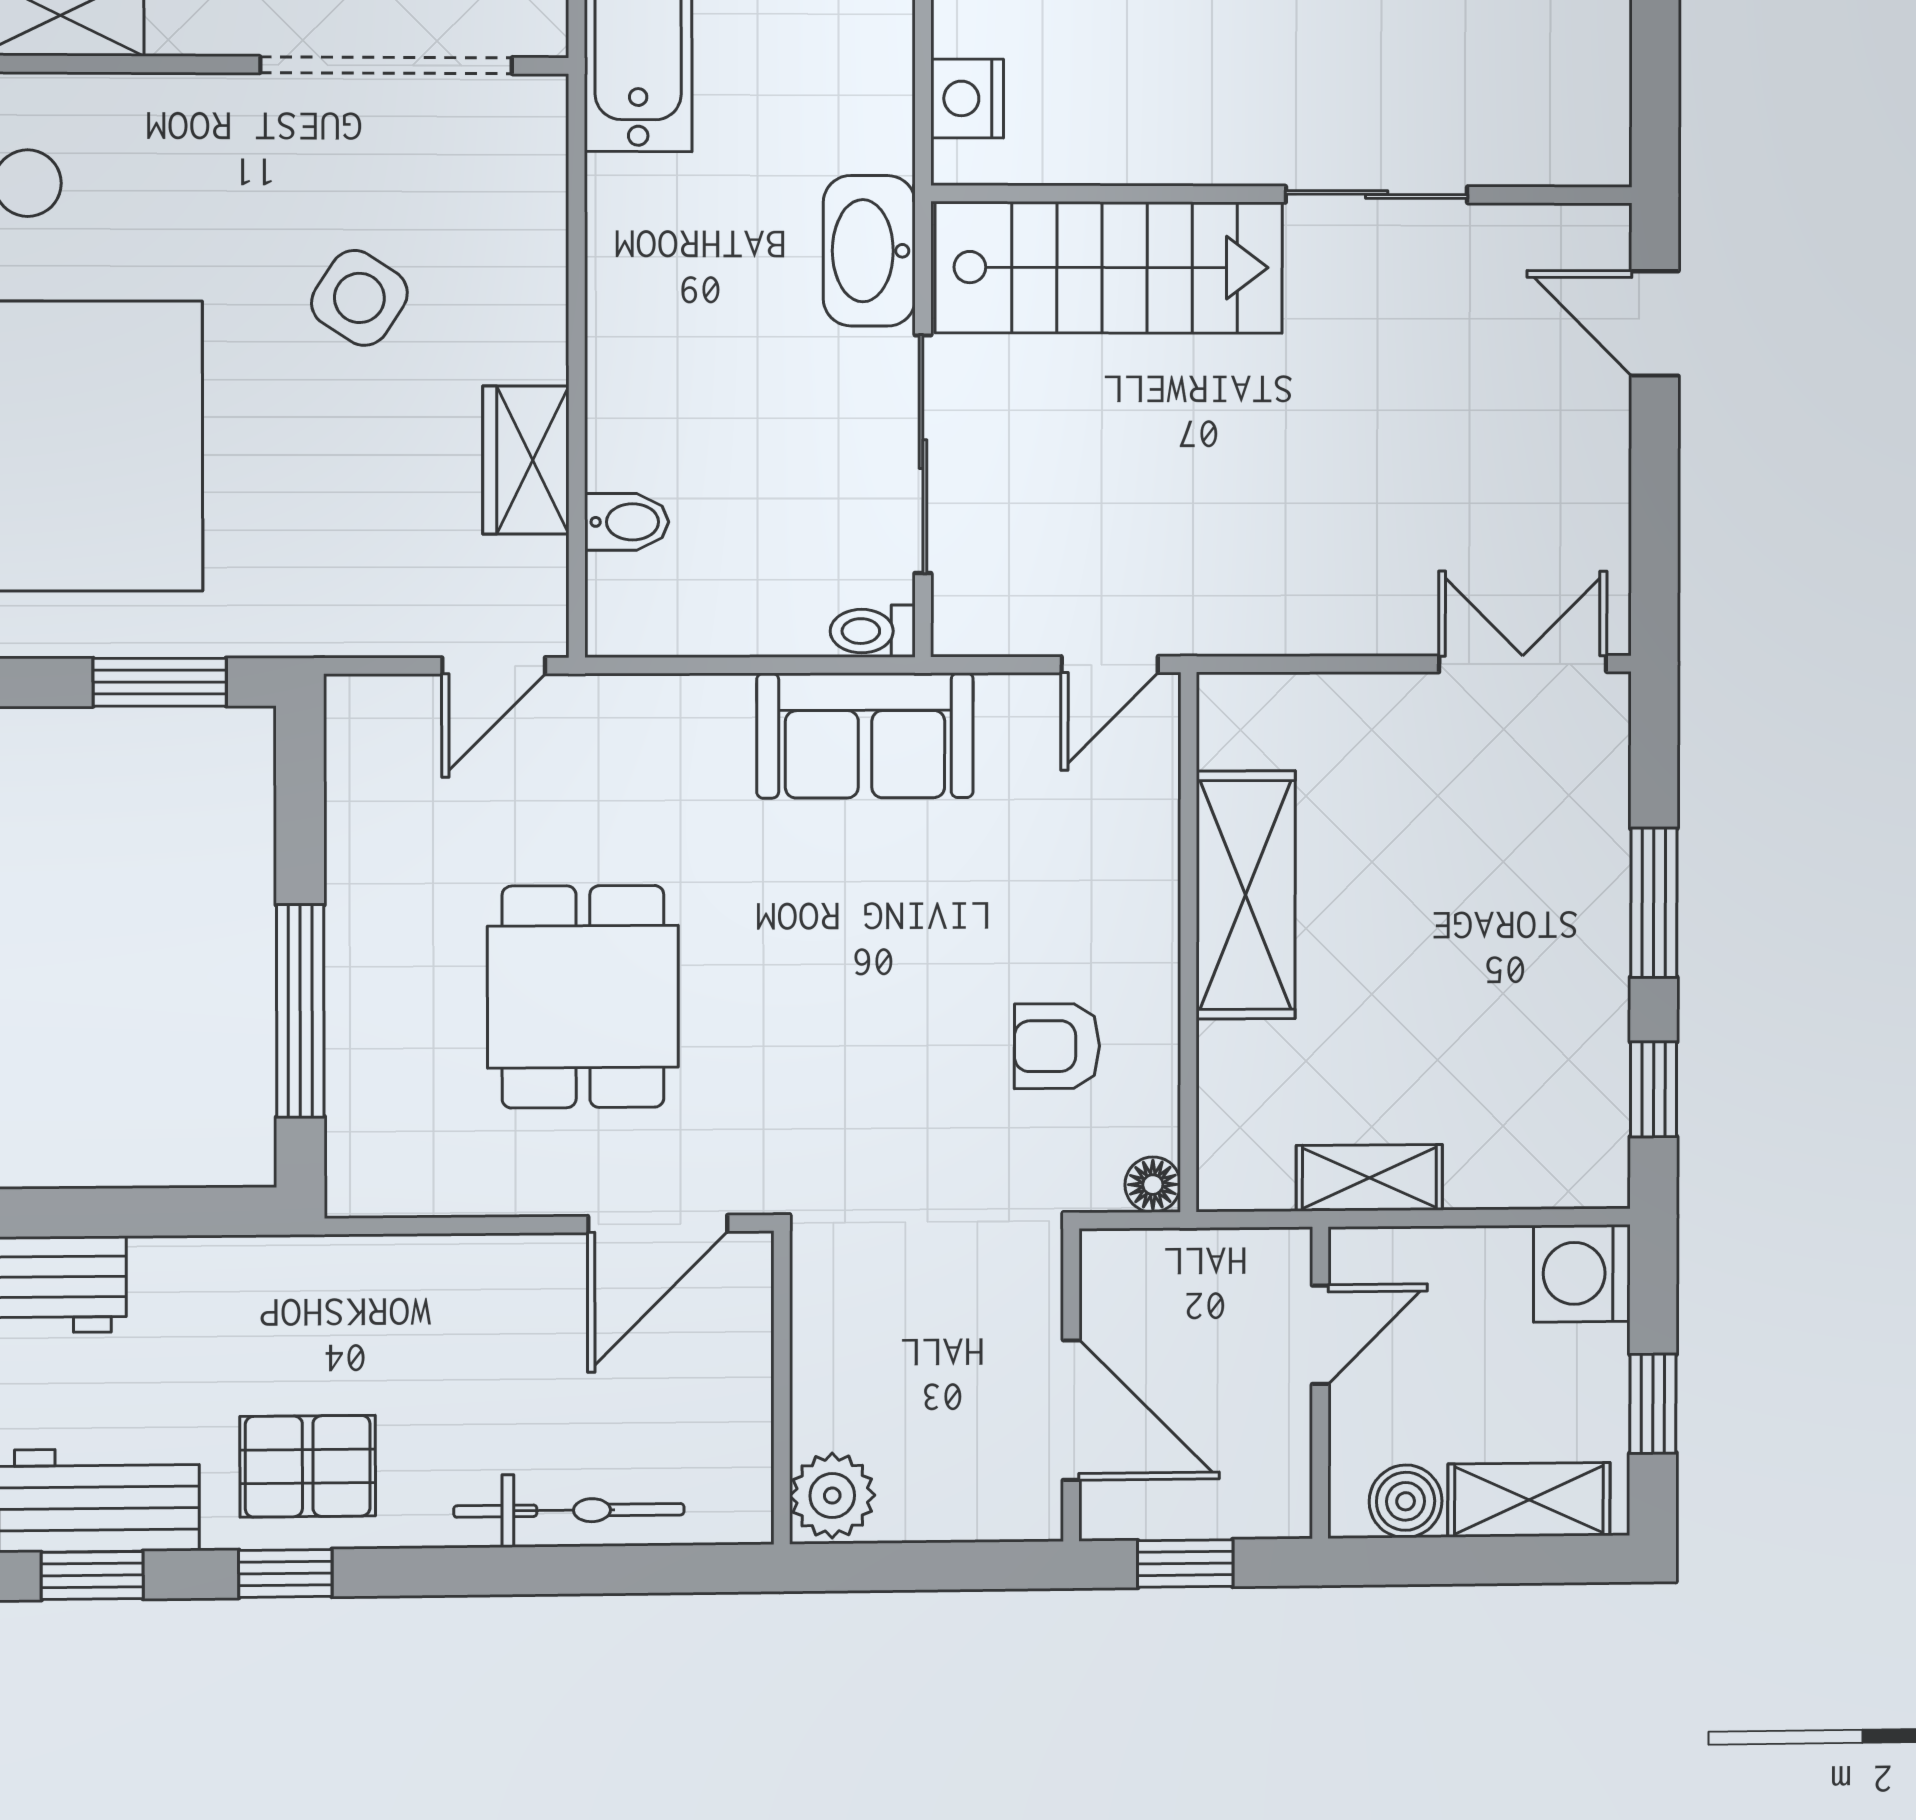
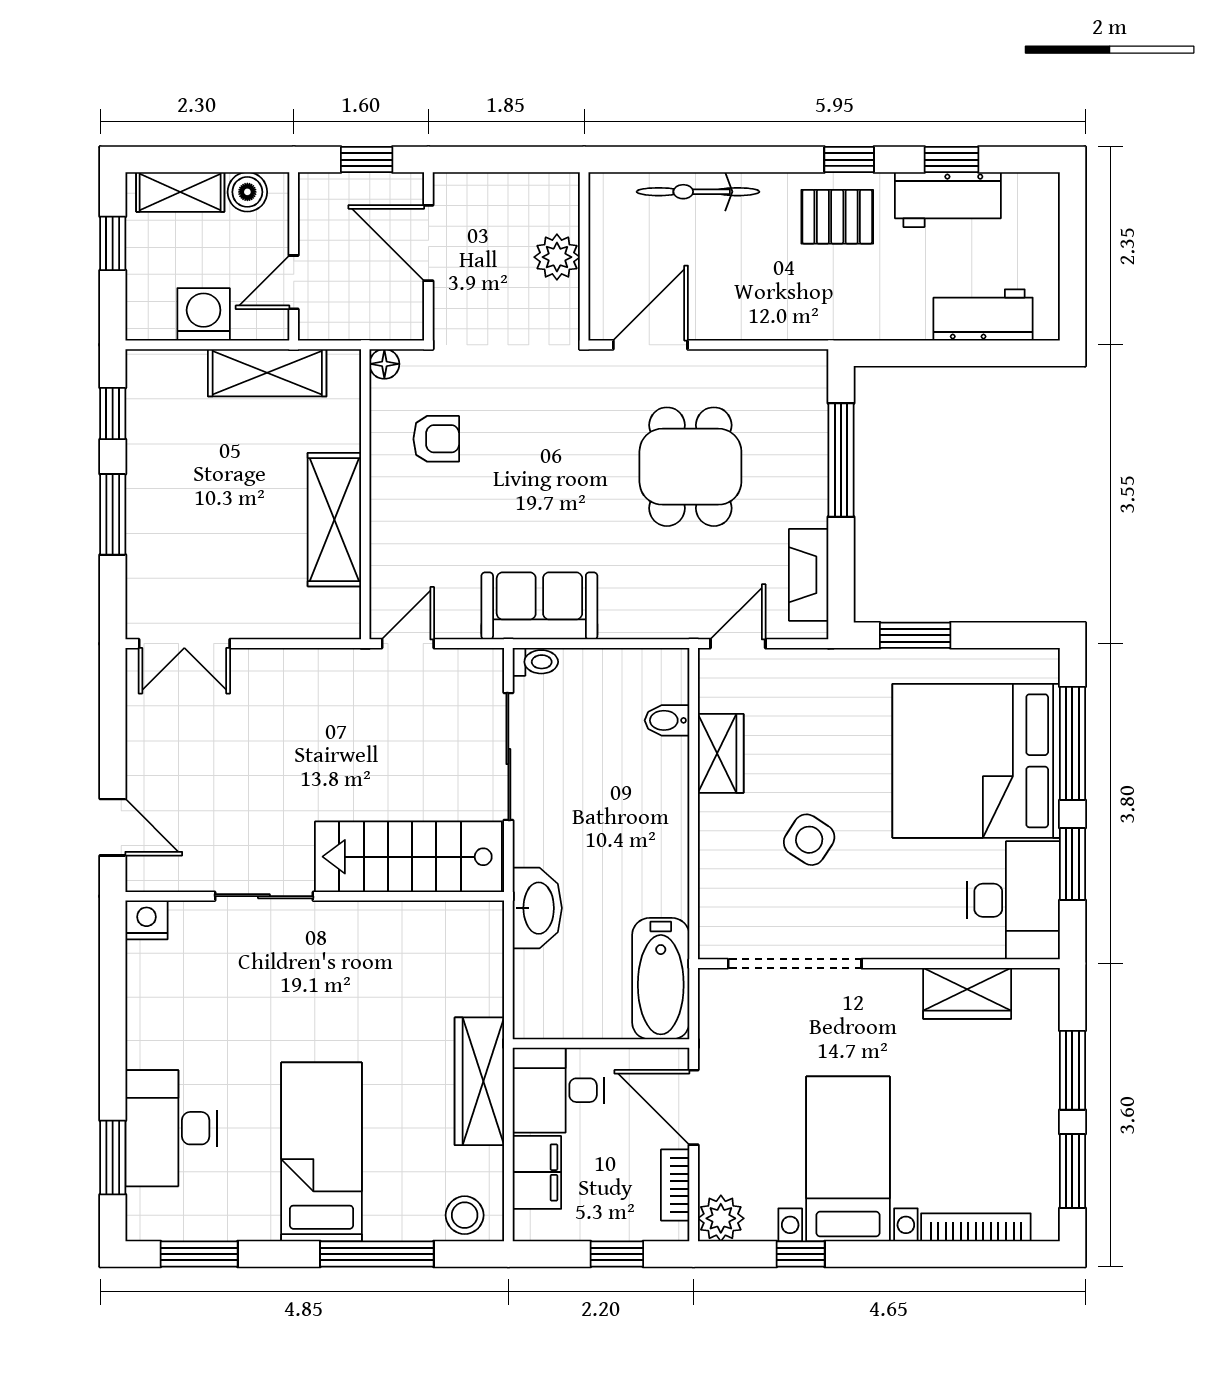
nightstand: (967, 99) -> (146, 920), moved, turned -90
washbasin: (869, 251) -> (537, 908), moved
fireplace: (361, 795) -> (809, 575), added
shelving: (1369, 1178) -> (267, 373), width x1.50, depth x1.33
washing machine: (1582, 1273) -> (204, 314), moved, turned -90
plant: (832, 1496) -> (557, 257), moved

